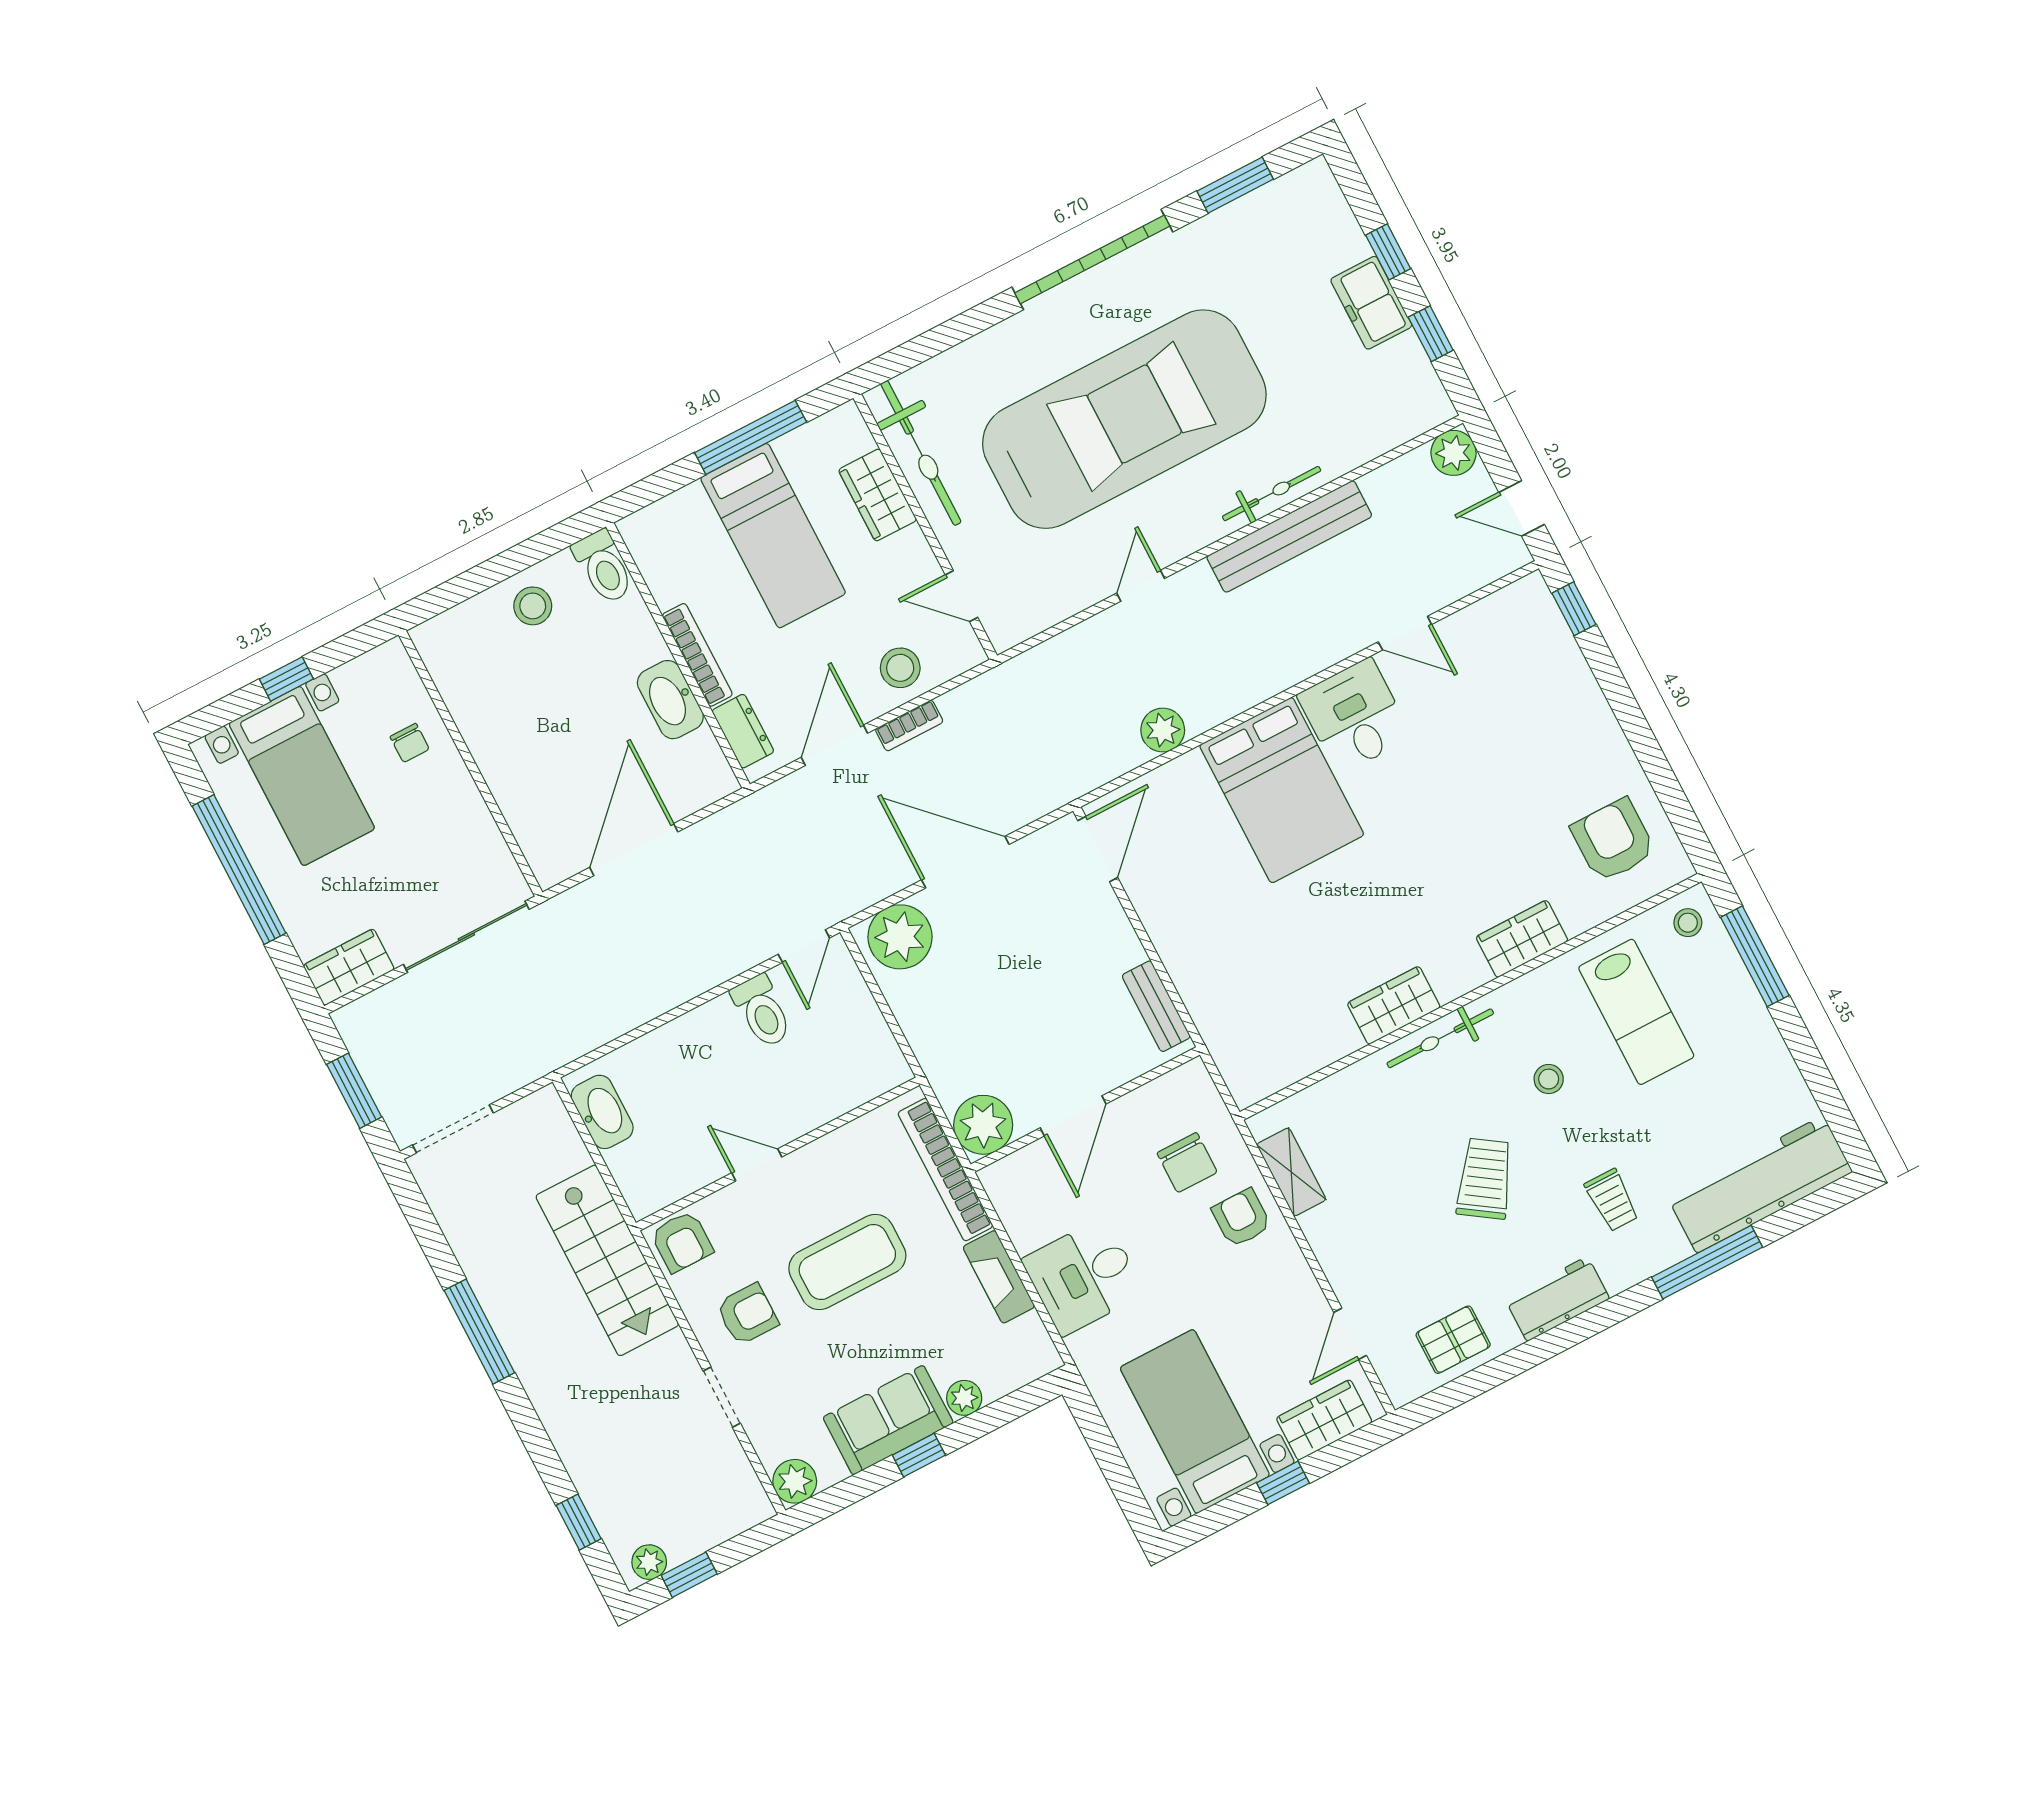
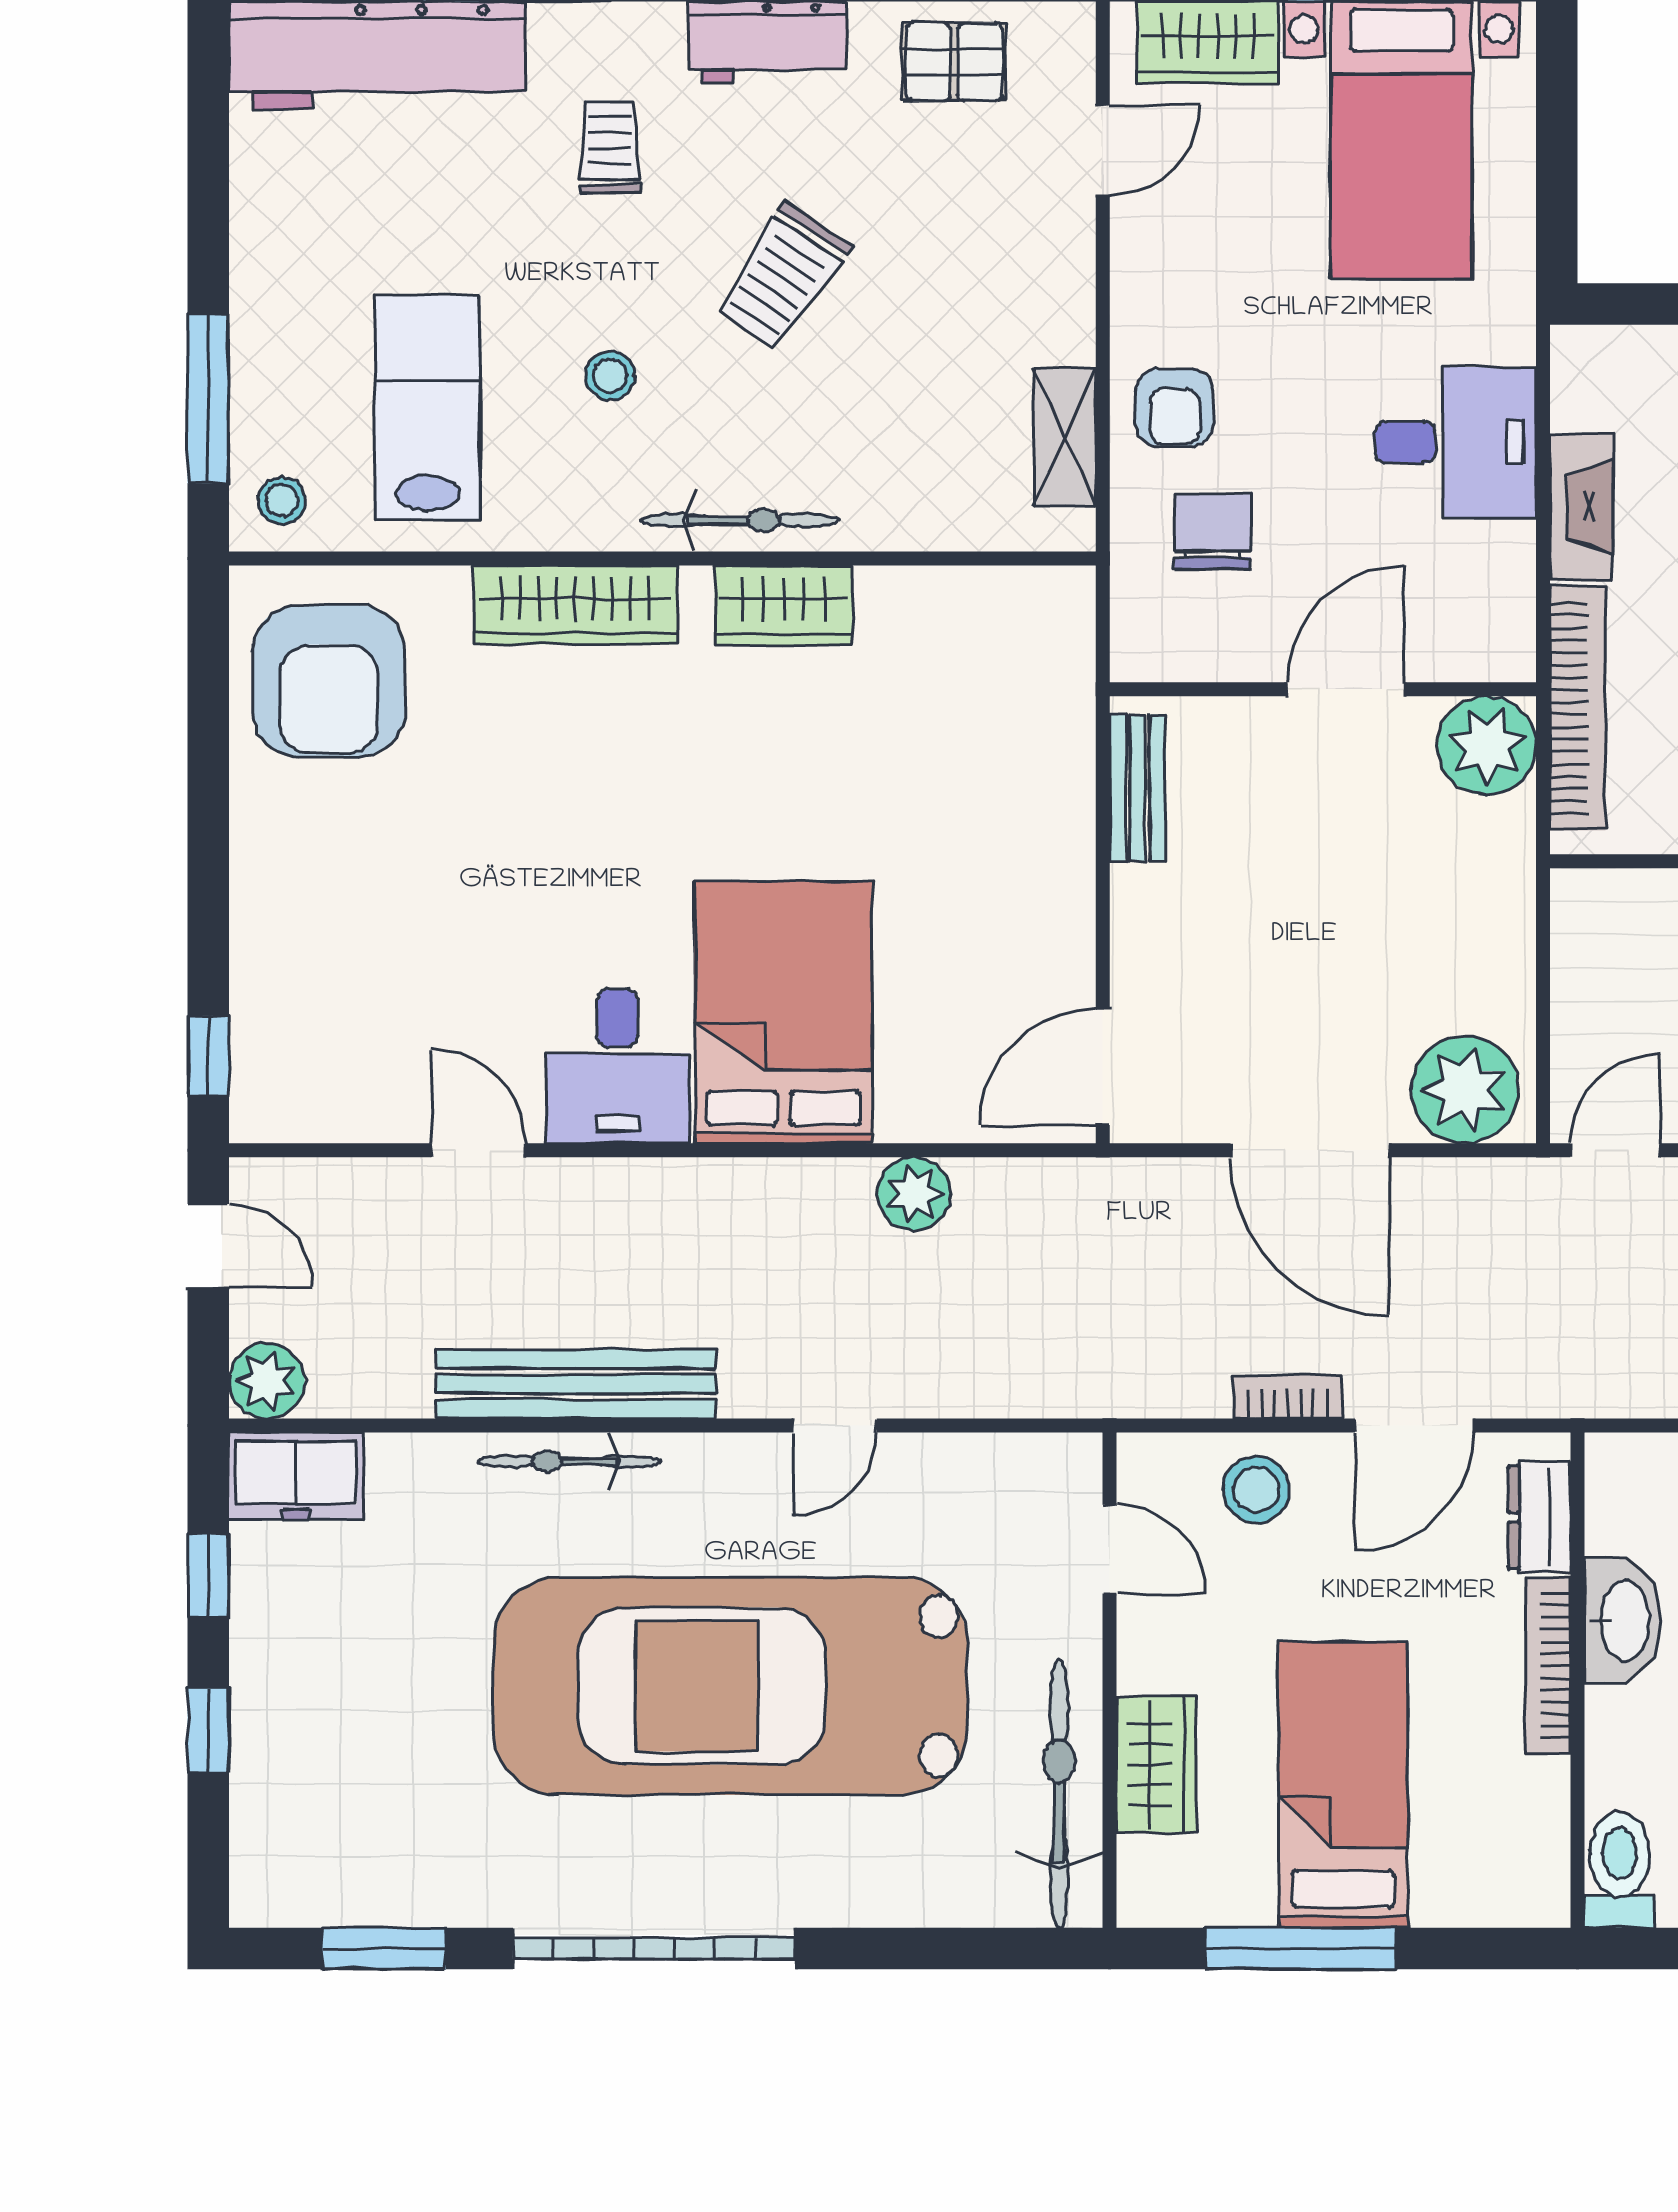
freezer: (1371, 303) -> (296, 1476), moved, turned 90
armchair: (1613, 840) -> (329, 681), width x1.36, depth x1.36
wardrobe: (1522, 939) -> (575, 605), width x1.50

